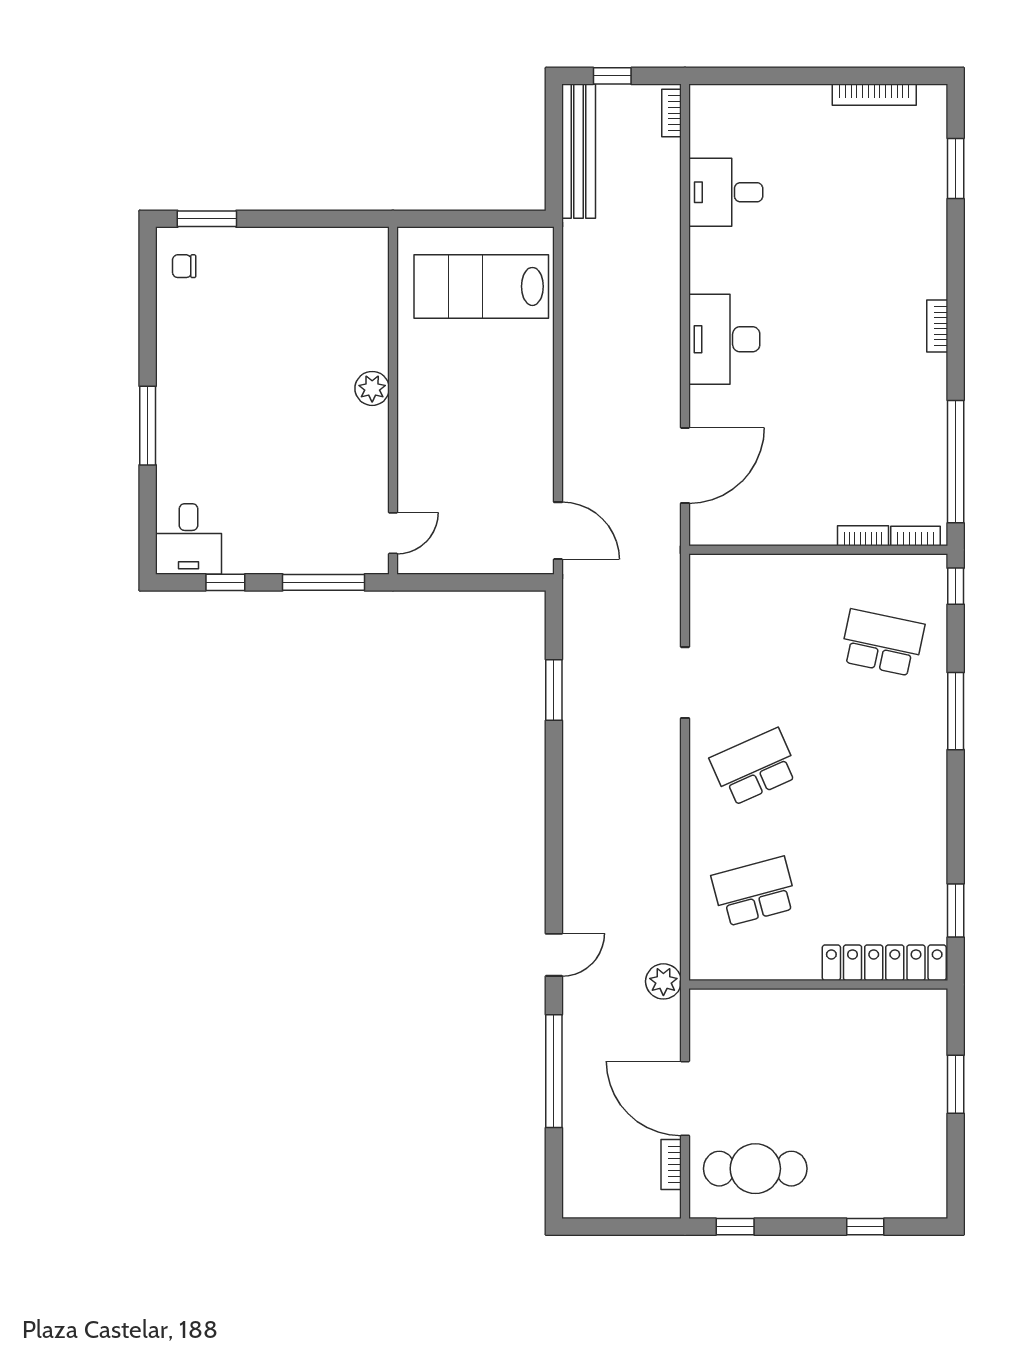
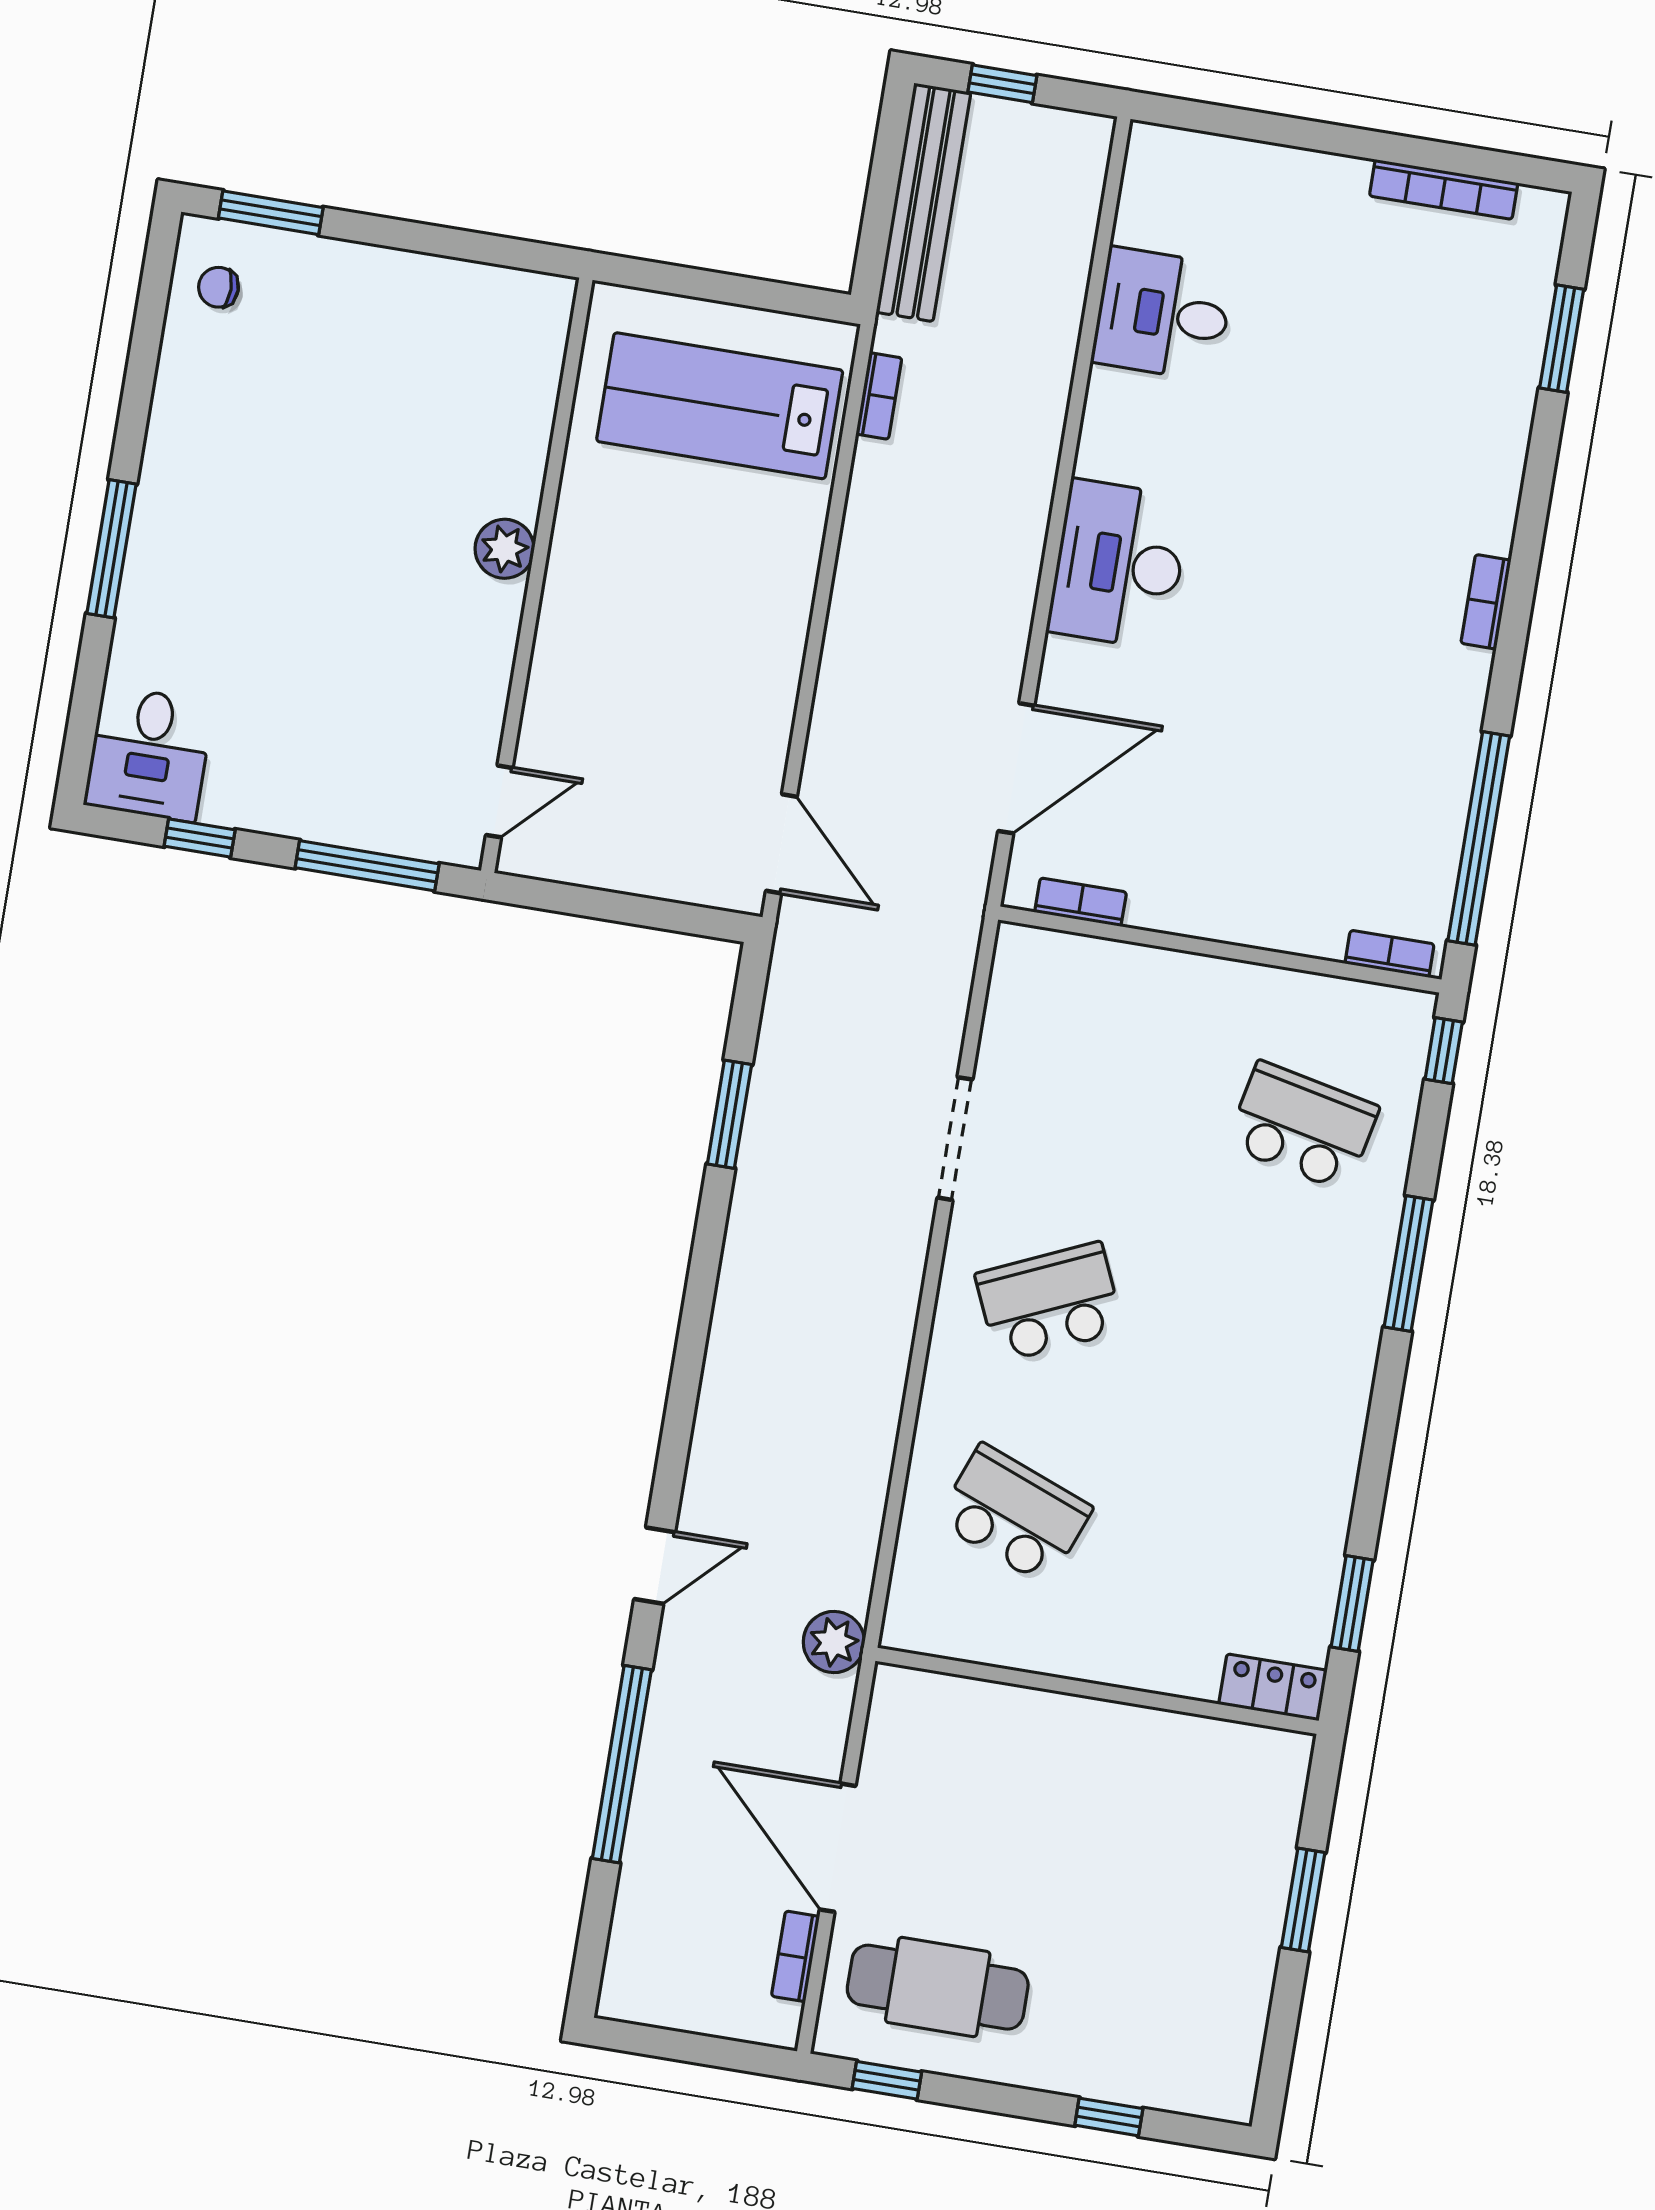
bookcase: (672, 113) -> (879, 396), moved, turned 180
bookcase: (863, 536) -> (1081, 902), moved
school desk: (754, 891) -> (1014, 1514), turned 36
locker: (884, 963) -> (1273, 1687), width x0.46, depth x0.83

